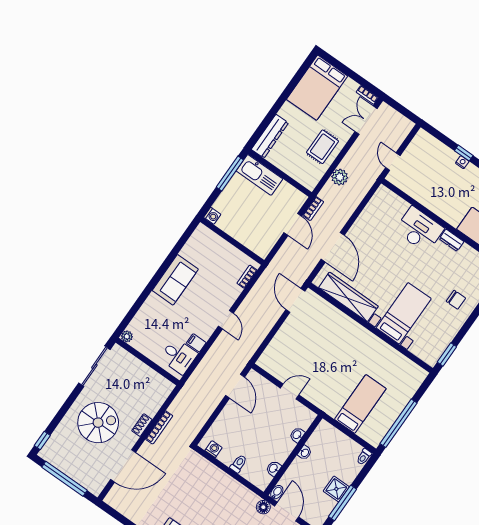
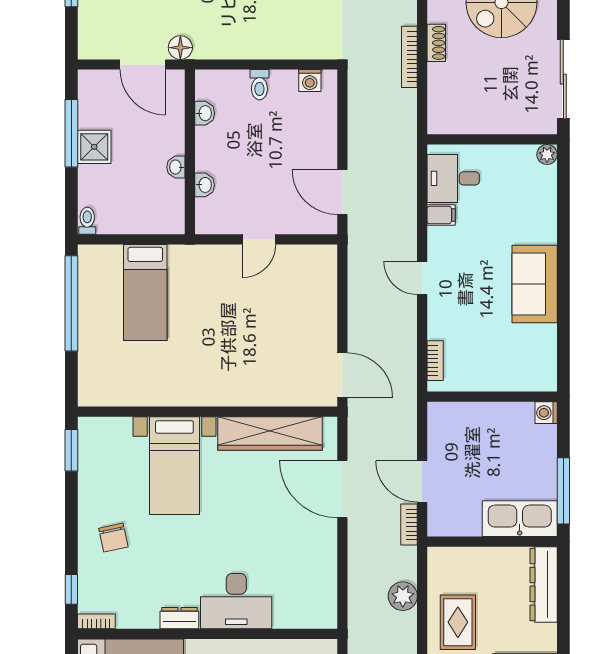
chair: (456, 300) -> (113, 538), turned -102
bidet: (277, 492) -> (176, 83), removed

